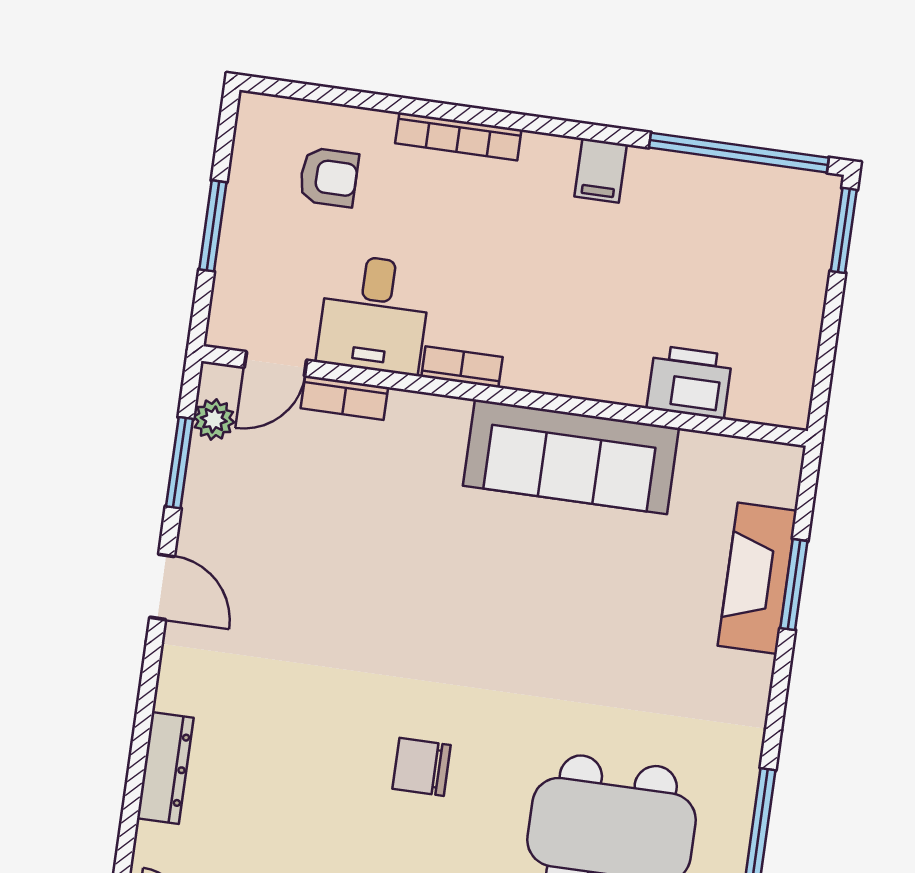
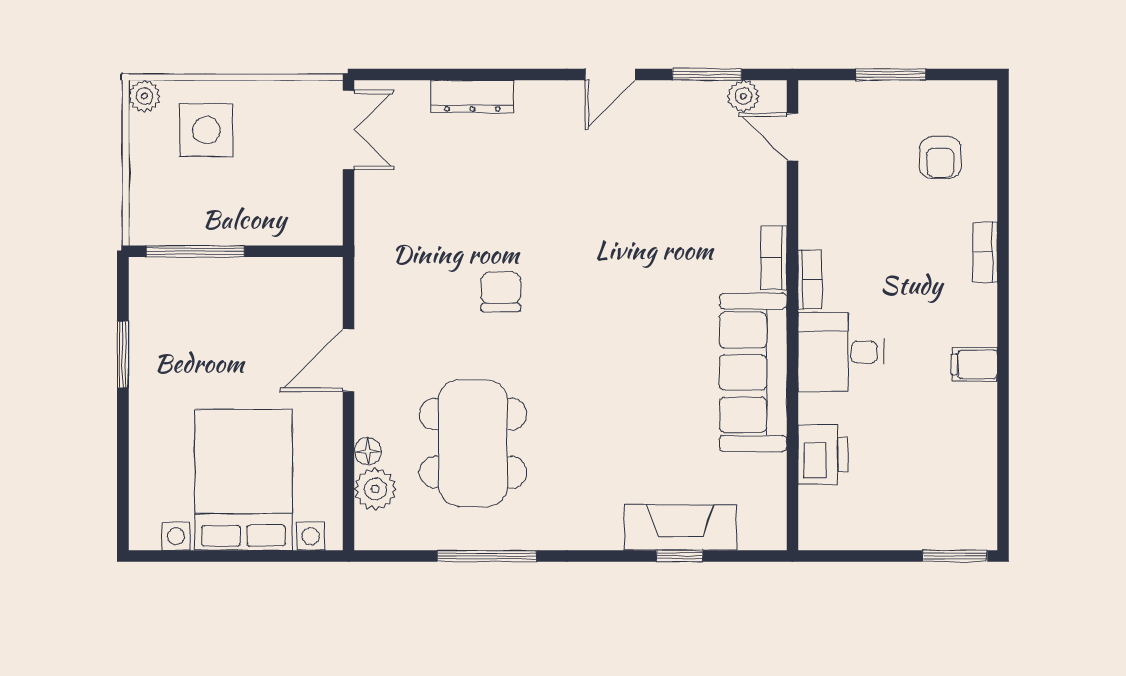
bookcase: (458, 136) -> (985, 252), width x0.64
window: (739, 153) -> (1003, 468), removed
desk: (374, 314) -> (841, 352), moved
bookcase: (344, 398) -> (774, 258), moved
window: (794, 585) -> (680, 556), width x0.67

